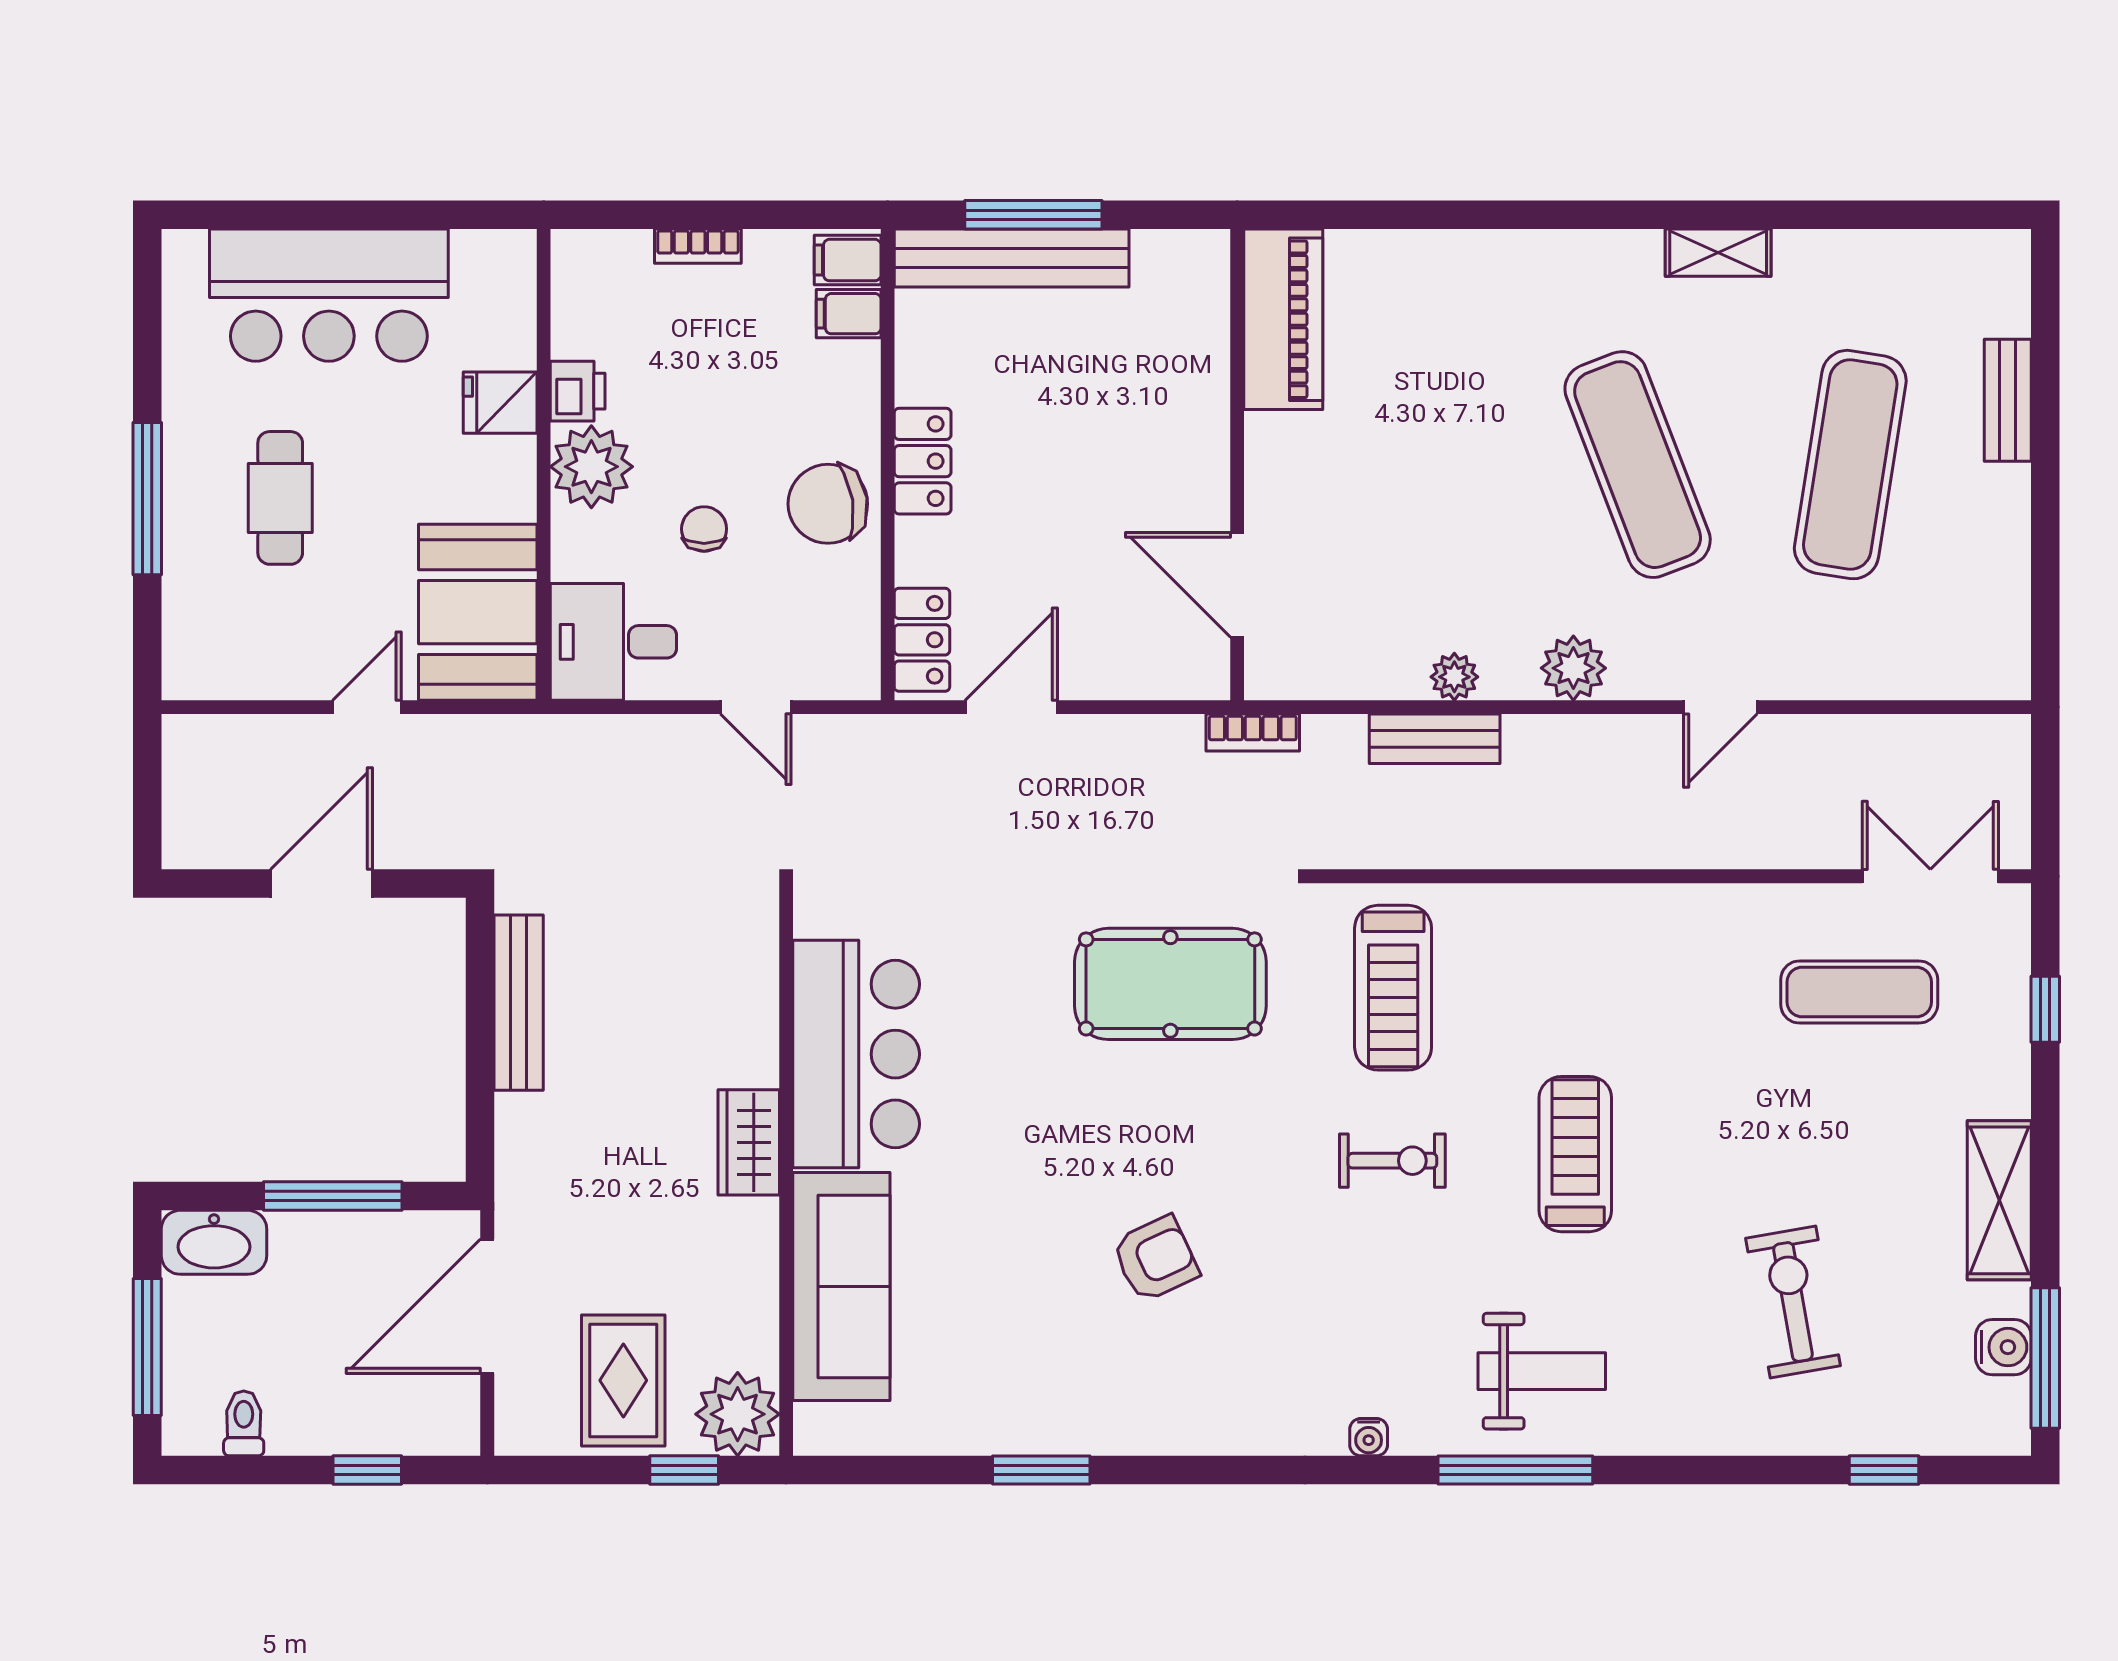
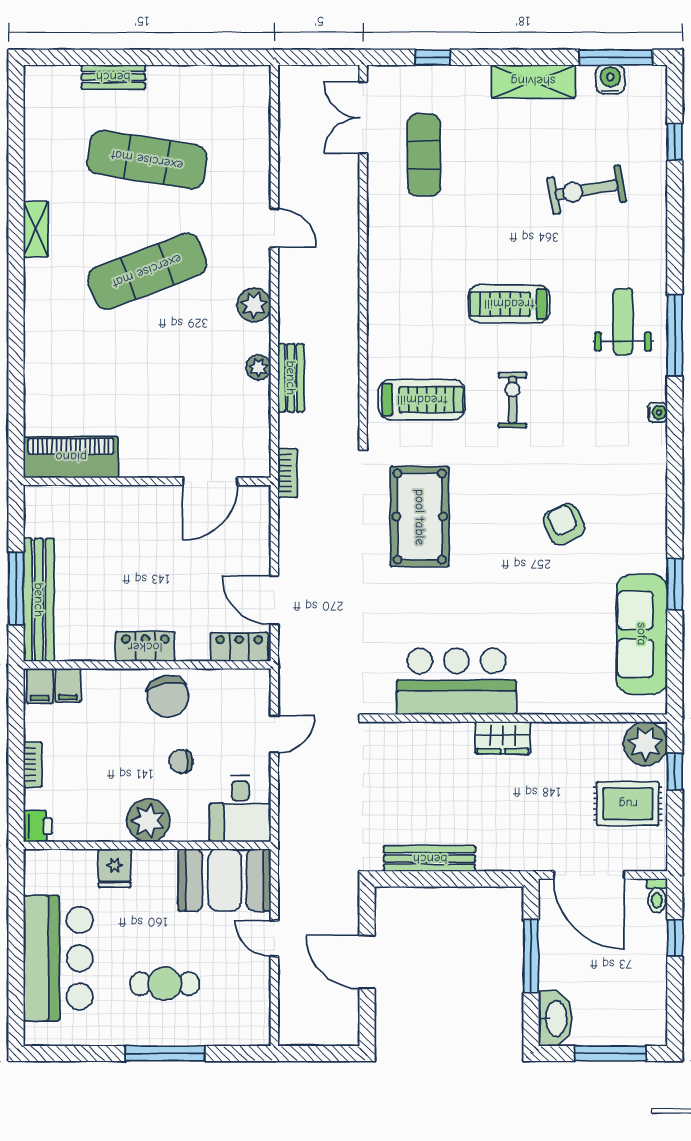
printer: (578, 391) -> (38, 826), moved, turned 90
sofa: (841, 1286) -> (642, 634), moved, turned -90
toilet: (244, 1423) -> (657, 896), moved, turned -90

